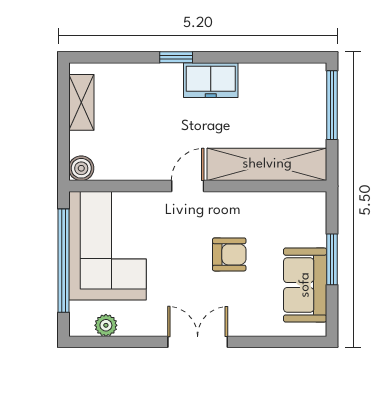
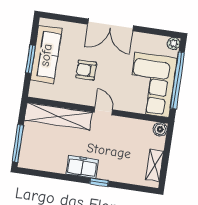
door: (188, 186) -> (103, 111), swing flipped
sofa: (305, 285) -> (46, 55), width x1.36
plant: (106, 325) -> (174, 44), moved
double door: (198, 342) -> (111, 25), width x1.37

